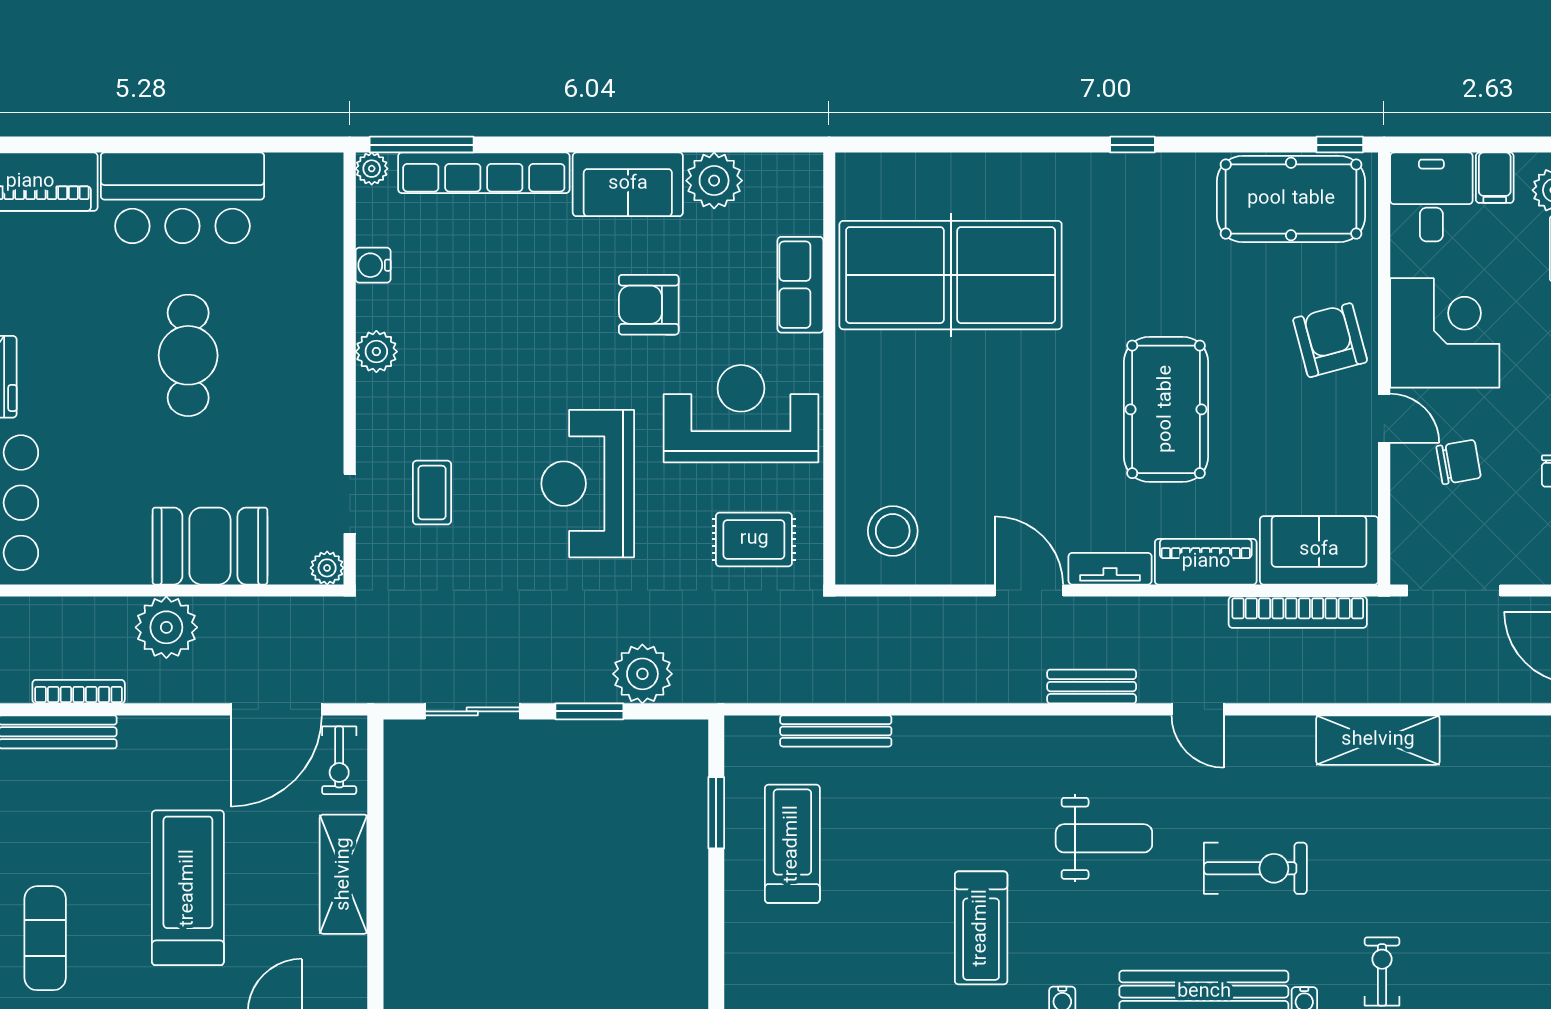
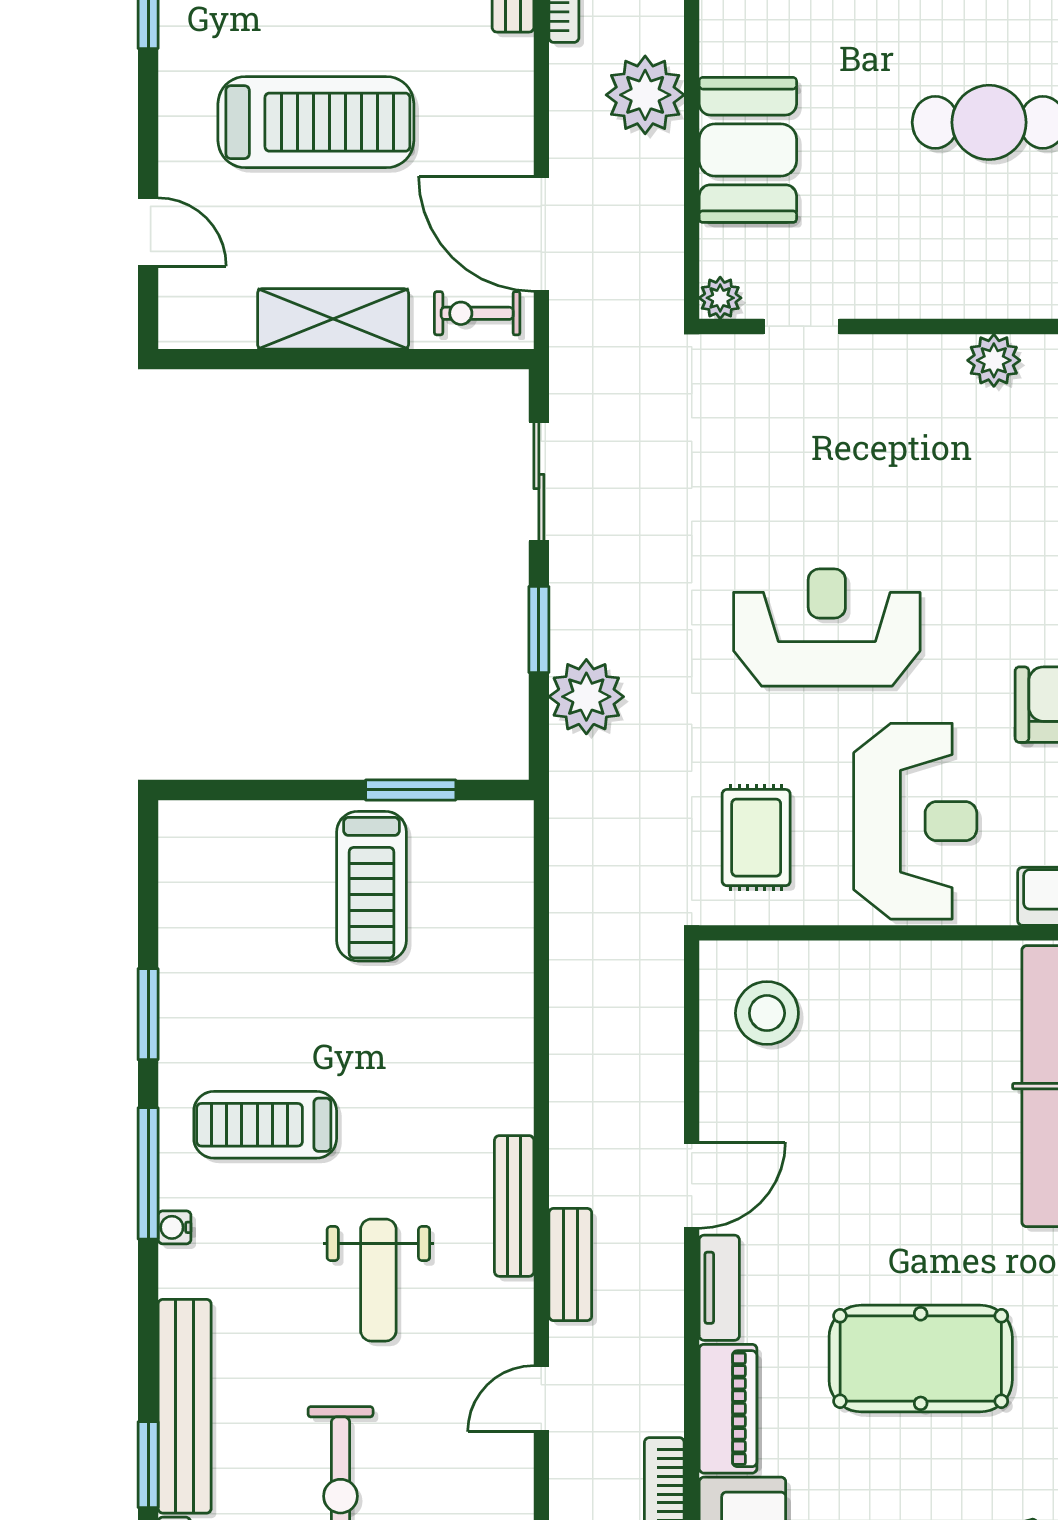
coffee table: (432, 493) -> (816, 431), removed
bench: (836, 731) -> (514, 1206), moved
treadmill: (792, 844) -> (372, 886), turned 90

